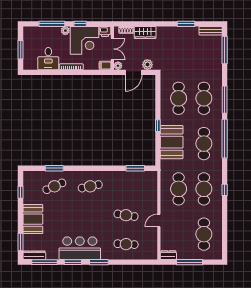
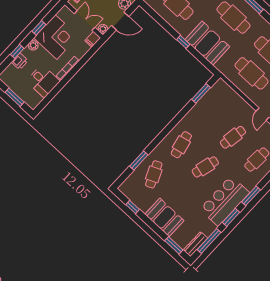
window: (52, 24) -> (17, 51), width x0.46
printer: (105, 31) -> (20, 61), moved
door: (133, 72) -> (120, 21), hinge flipped
cafe table: (90, 215) -> (205, 167), added

